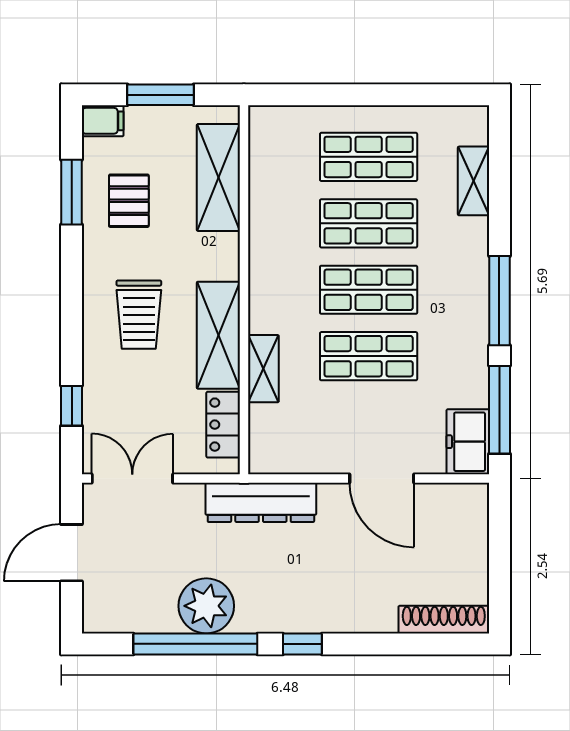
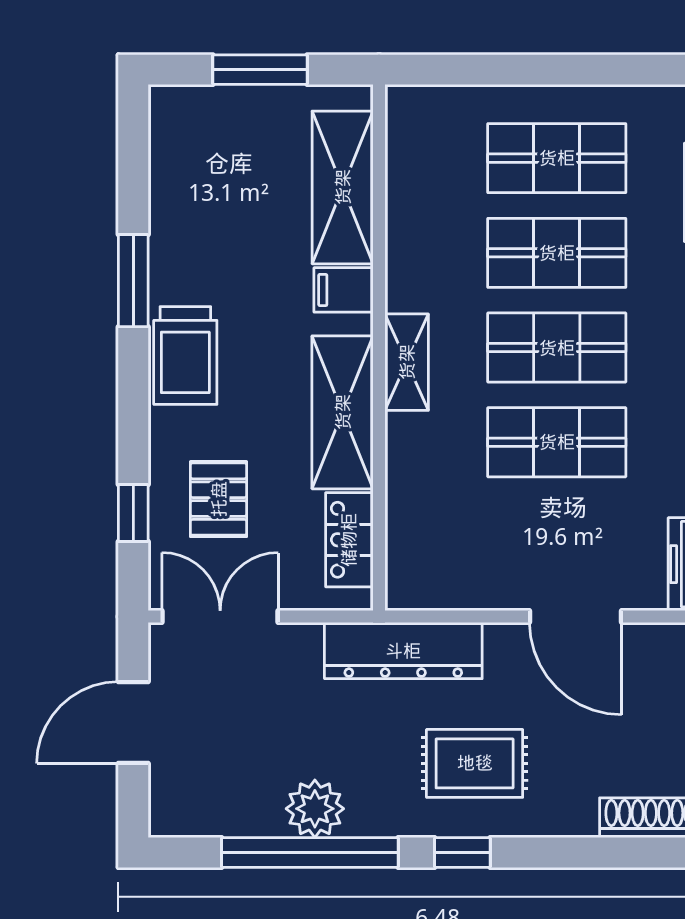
filing cabinet: (103, 121) -> (344, 290), moved, turned 180
window: (72, 192) -> (133, 281), moved
pallet: (129, 201) -> (219, 499), moved
trolley: (139, 315) -> (185, 356), moved
shelving: (263, 369) -> (407, 362), moved
rug: (311, 581) -> (475, 763), added
plant: (206, 606) -> (315, 809), width x0.73, depth x0.73

